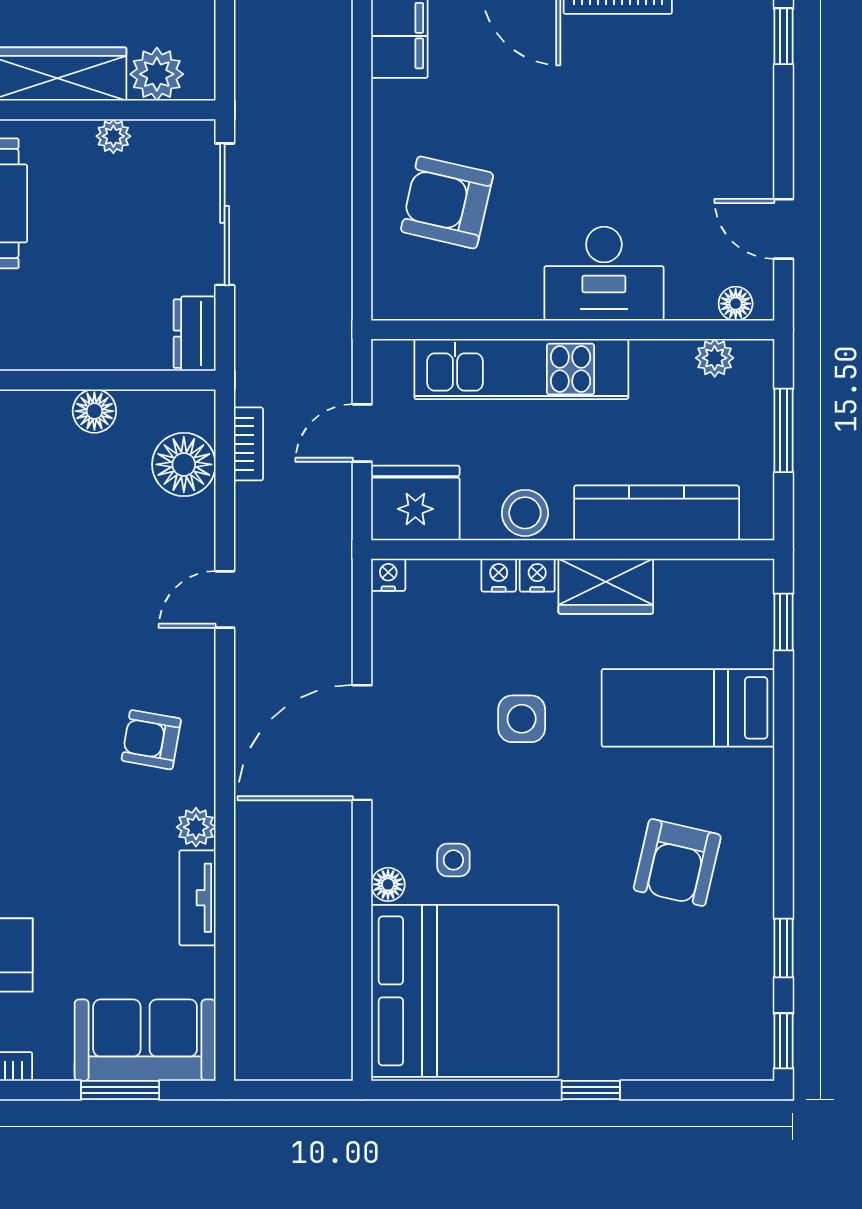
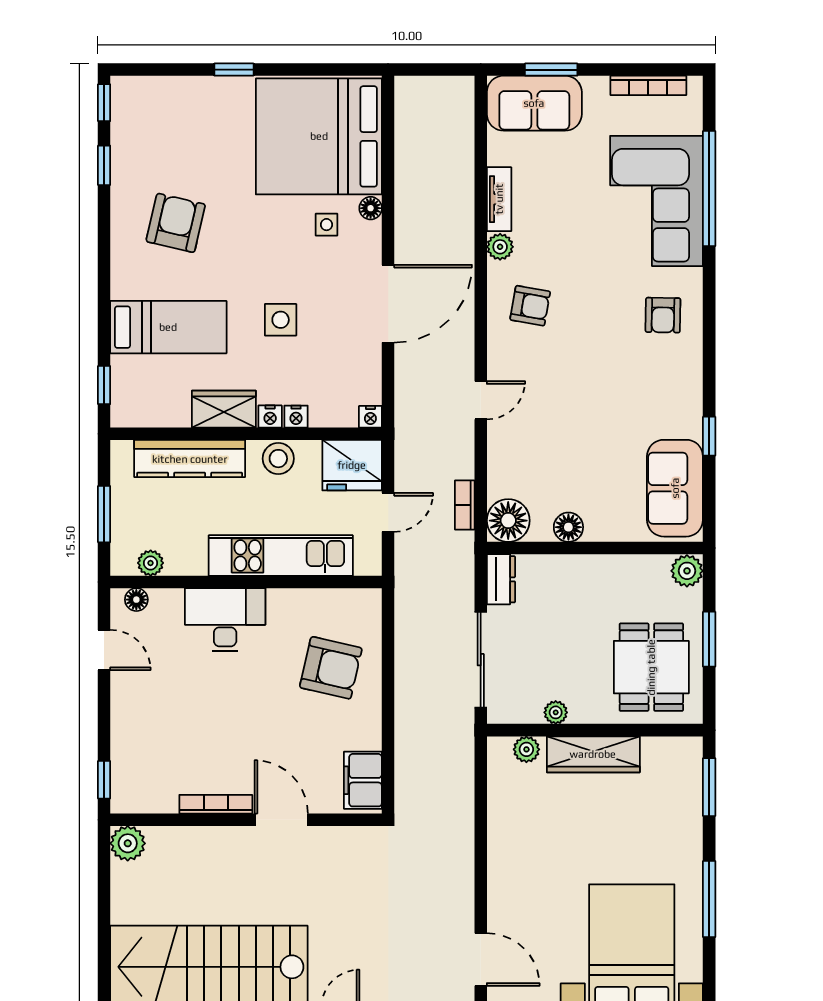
plant: (157, 74) -> (526, 749), width x0.73, depth x0.73
floor lamp: (184, 464) -> (508, 521), moved

